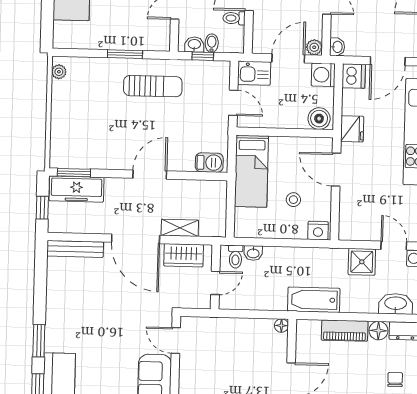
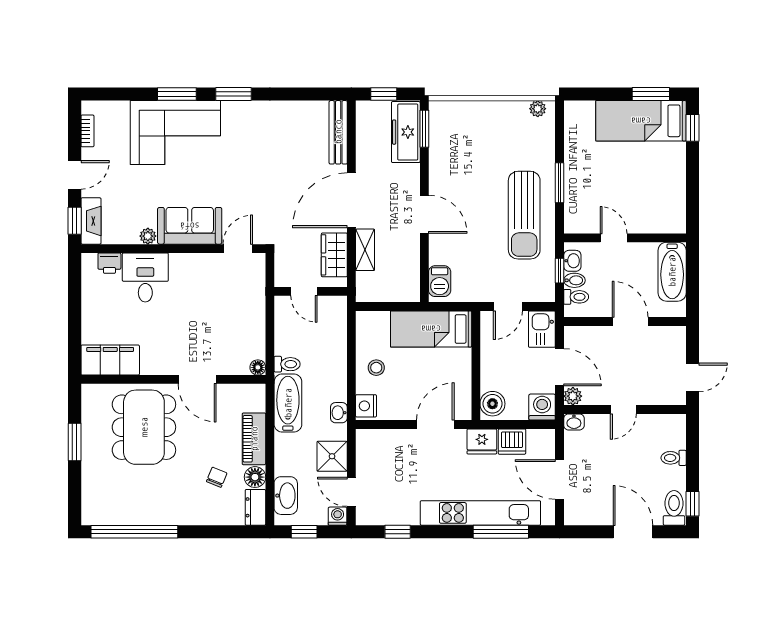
toilet: (234, 18) -> (576, 297), moved, turned 90
dishwasher: (354, 76) -> (512, 442), moved
sun lounger: (153, 86) -> (524, 215), width x1.36, depth x1.34
stool: (293, 200) -> (376, 368), moved
door: (394, 246) -> (351, 492), swing flipped
washbasin: (253, 253) -> (339, 413), moved
toilet: (235, 257) -> (287, 364), moved, turned 180
chair: (395, 379) -> (217, 477), moved, turned -68

